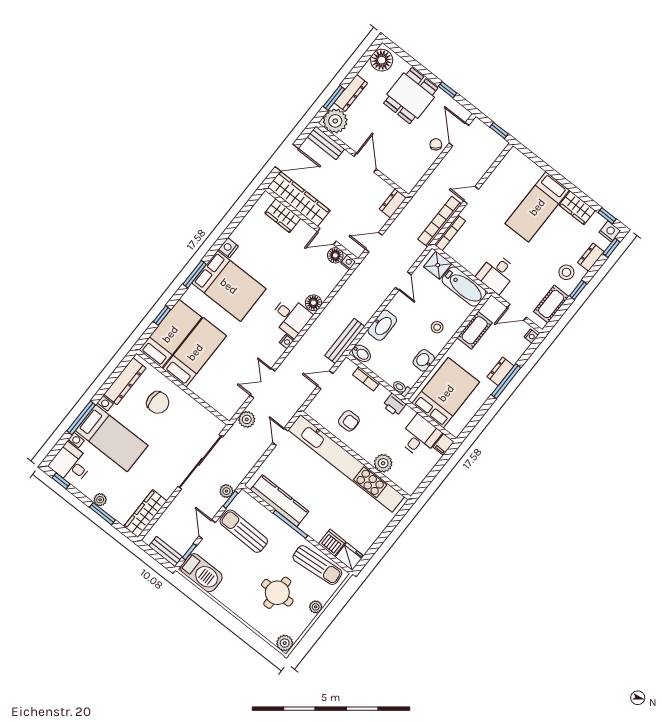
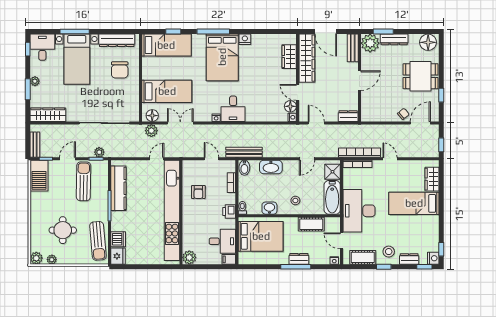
wardrobe: (577, 208) -> (432, 179), moved
window: (195, 274) -> (213, 32), width x1.44
desk: (497, 274) -> (359, 211), width x1.87, depth x1.30
floor lamp: (313, 303) -> (152, 116), moved
bed: (195, 352) -> (167, 91), moved
plant: (383, 463) -> (189, 257), moved
plant: (316, 607) -> (52, 260), moved

